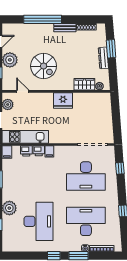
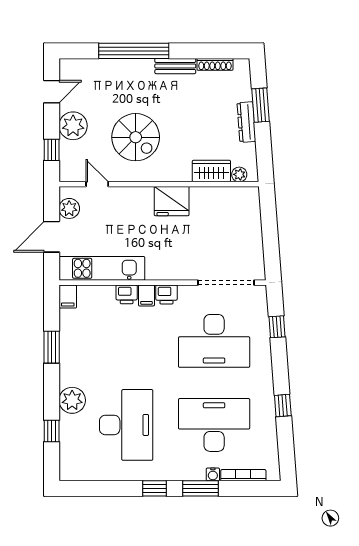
printer: (26, 151) -> (166, 294), moved

